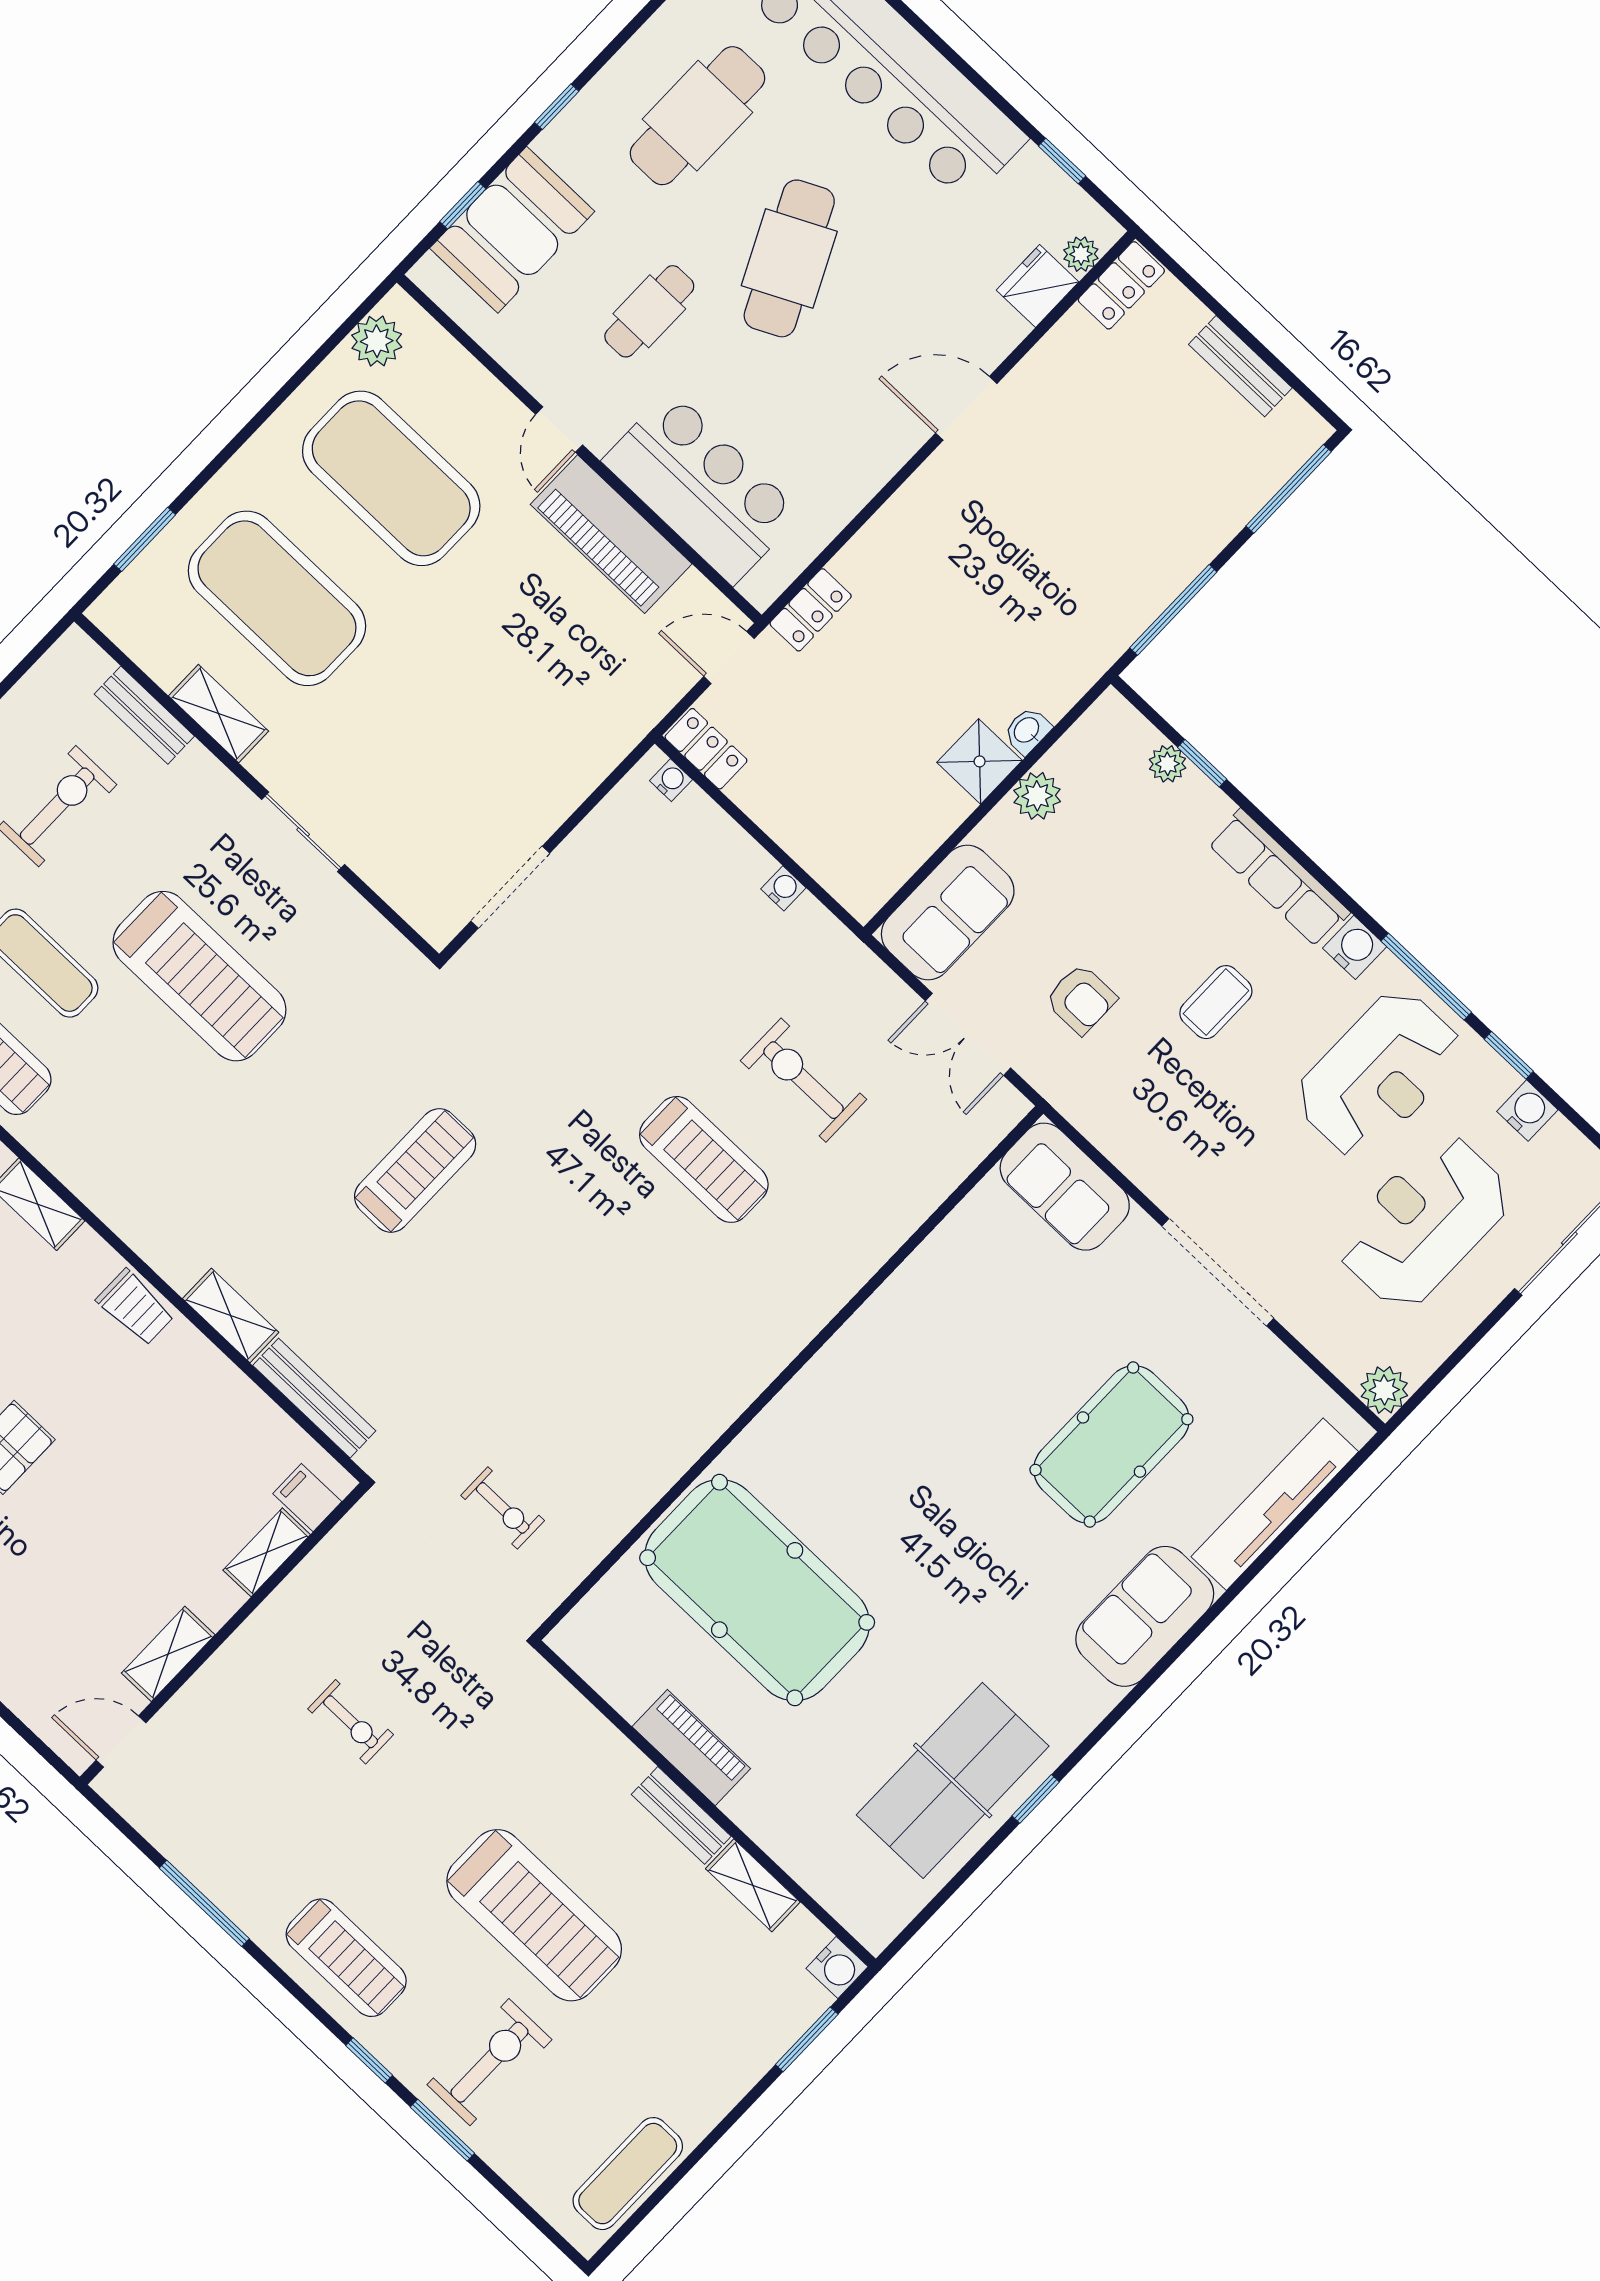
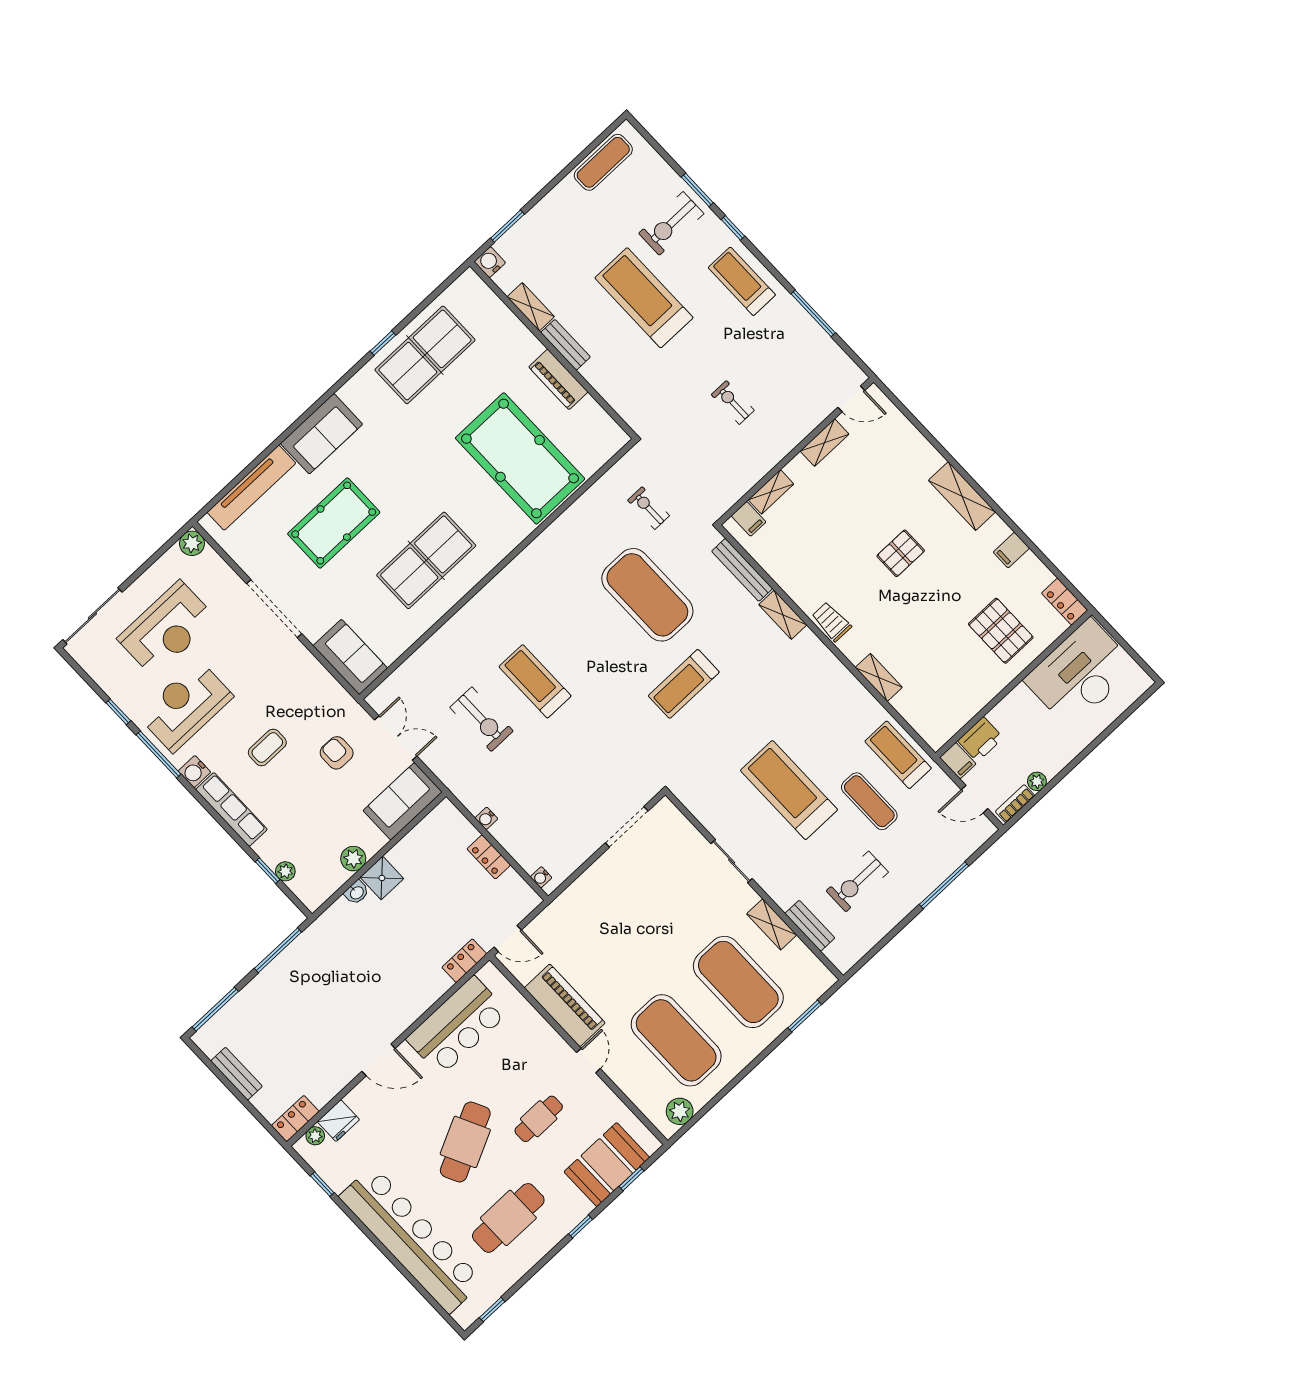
bar counter: (702, 487) -> (457, 1026), moved, turned -90
locker: (706, 749) -> (489, 857), moved
water cooler: (1527, 1111) -> (110, 683), removed
exercise mat: (495, 1339) -> (647, 595), added
table tennis table: (928, 1382) -> (426, 560), added

